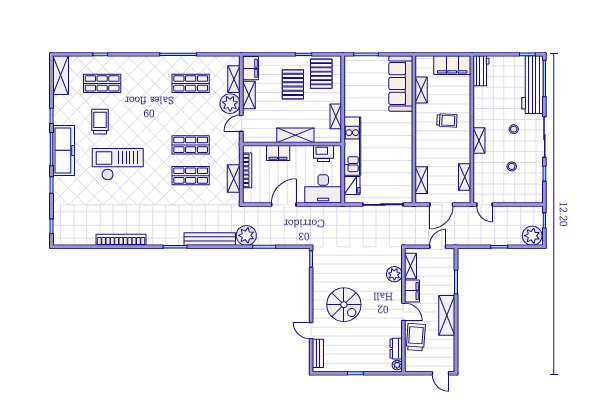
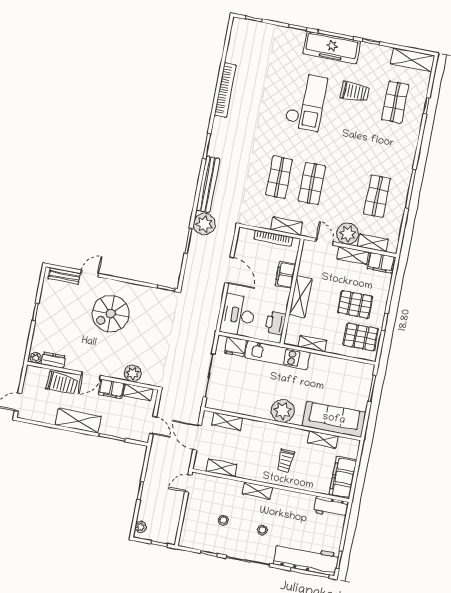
plant: (402, 132) -> (283, 411), added
shelving: (234, 179) -> (286, 226), moved
plant: (532, 236) -> (141, 527), width x0.53, depth x0.53

